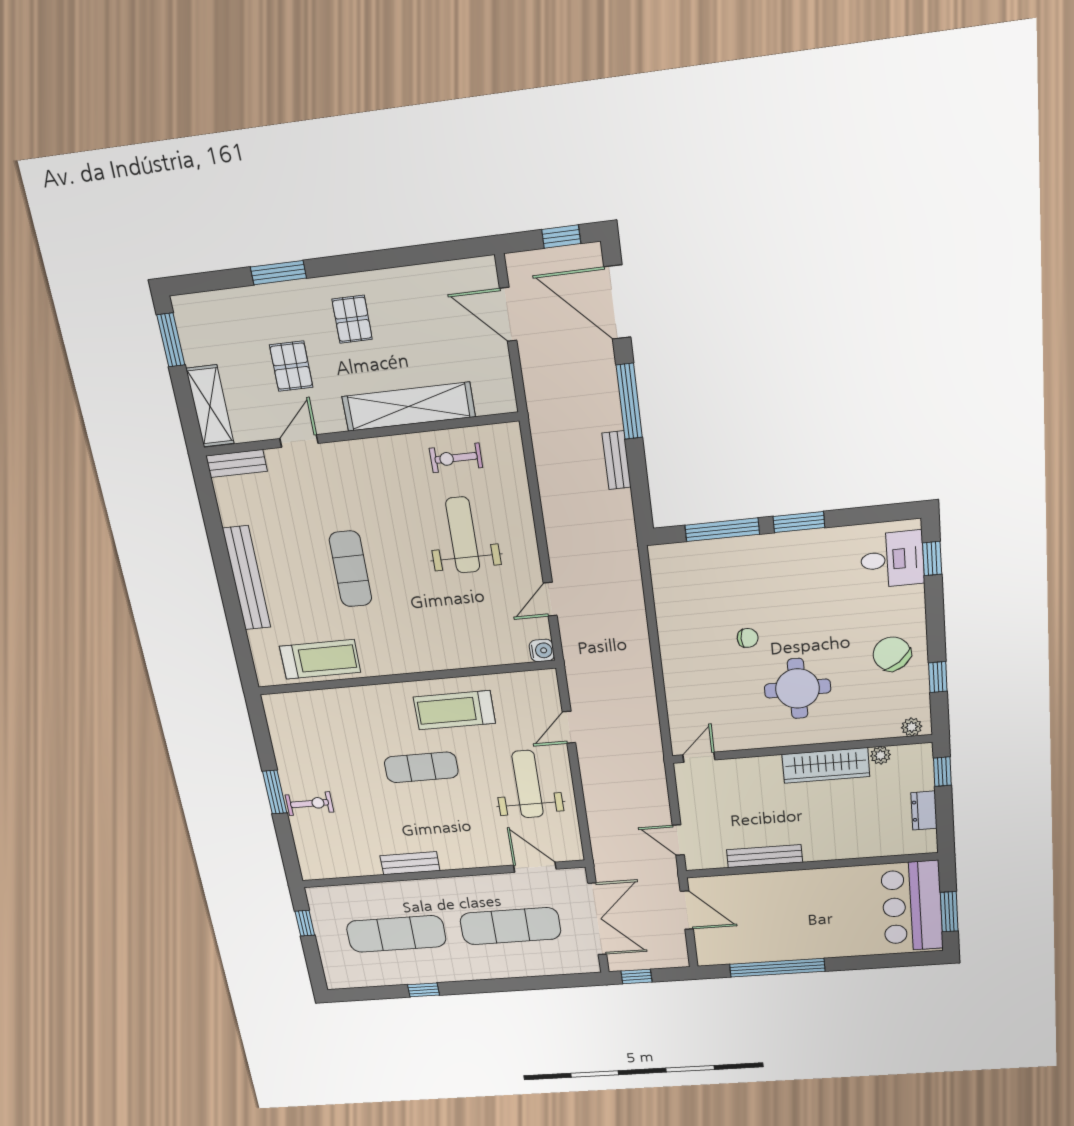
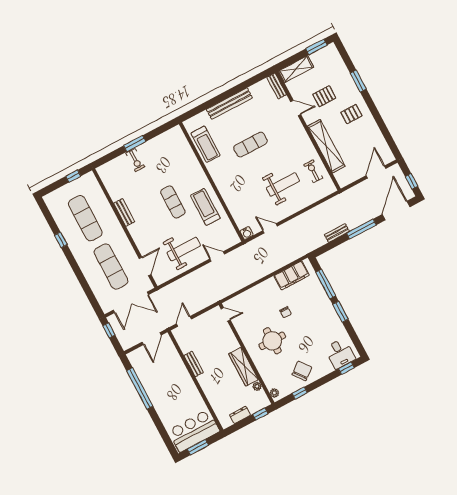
filing cabinet: (672, 594) -> (292, 275), added
bench: (765, 856) -> (194, 364), width x0.73

